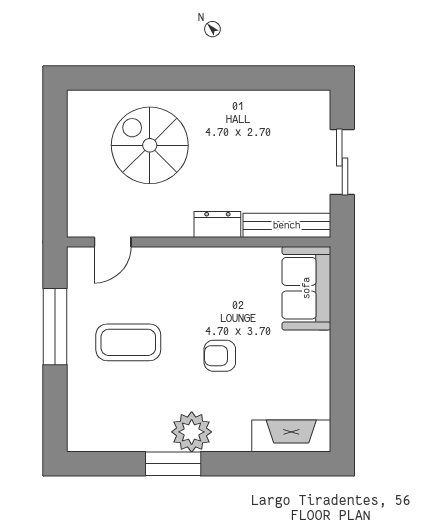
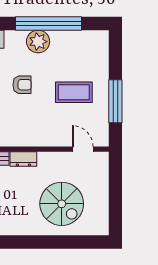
door: (113, 242) -> (83, 149), hinge flipped
window: (173, 464) -> (48, 23), width x2.11

